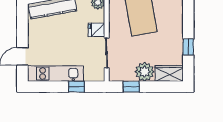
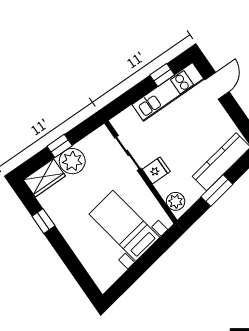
window: (76, 87) -> (162, 75), moved
window: (131, 87) -> (60, 146), moved

